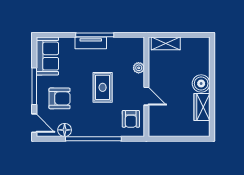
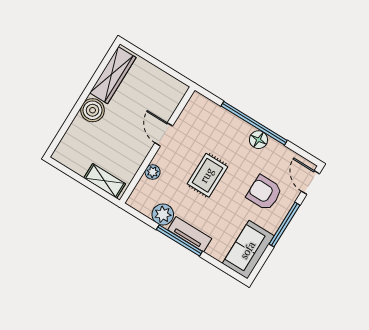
plant: (116, 45) -> (163, 214), added
wardrobe: (202, 107) -> (113, 75), width x1.50
armchair: (131, 119) -> (197, 119), removed
floor lamp: (65, 130) -> (258, 140), moved

